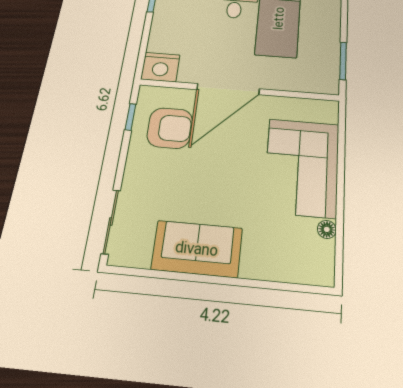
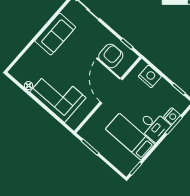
nightstand: (161, 67) -> (150, 76), moved, turned 90
armchair: (170, 128) -> (111, 56), turned 180

